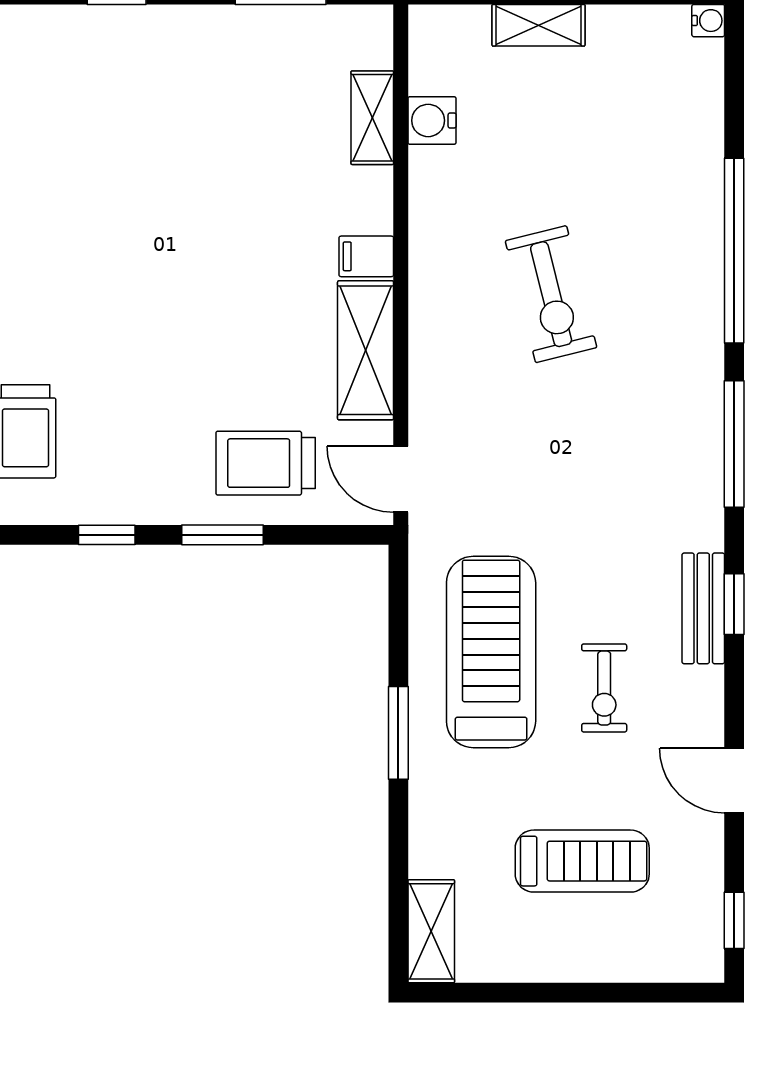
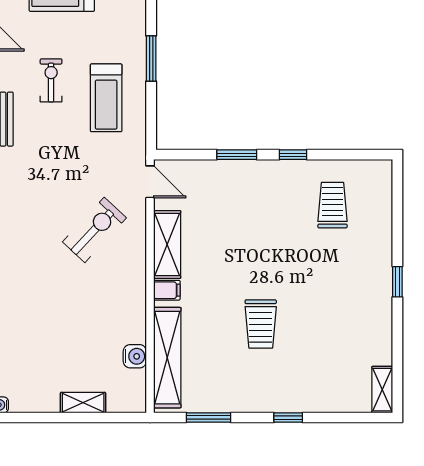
shelving: (372, 118) -> (167, 358), width x2.20, depth x1.33
exercise bike: (551, 294) -> (94, 230), moved, turned 57
trolley: (266, 463) -> (261, 324), moved, turned 90
treadmill: (491, 652) -> (106, 98), width x0.73, depth x0.73

